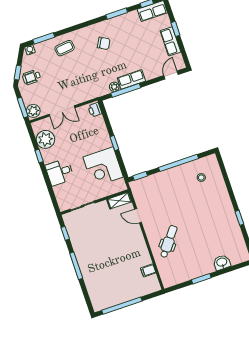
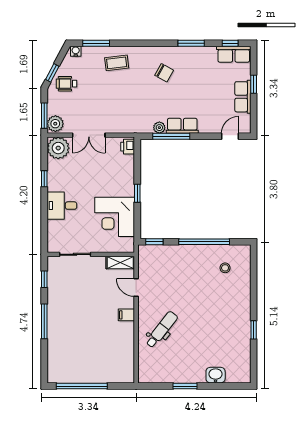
plant: (45, 139) -> (58, 148), moved
filing cabinet: (148, 270) -> (126, 315), moved

